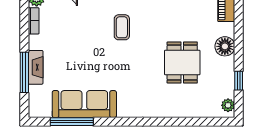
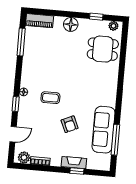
armchair: (88, 57) -> (70, 124), added
dining table: (182, 63) -> (103, 49), moved
window: (24, 72) -> (77, 171), width x0.46

